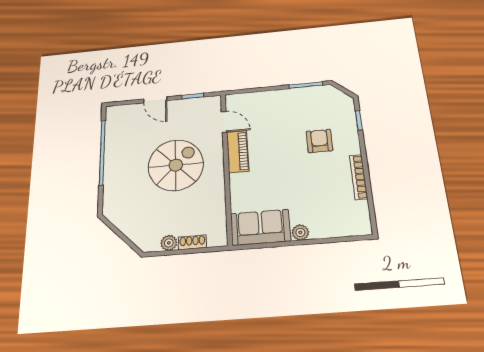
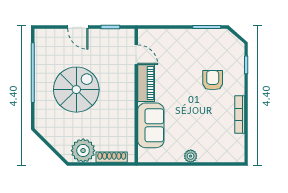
spiral stairs: (176, 165) -> (76, 90), moved
sofa: (260, 227) -> (151, 125), moved, turned 90
shoe rack: (192, 242) -> (112, 157), width x1.43
plant: (169, 243) -> (83, 151), width x1.88, depth x1.88

